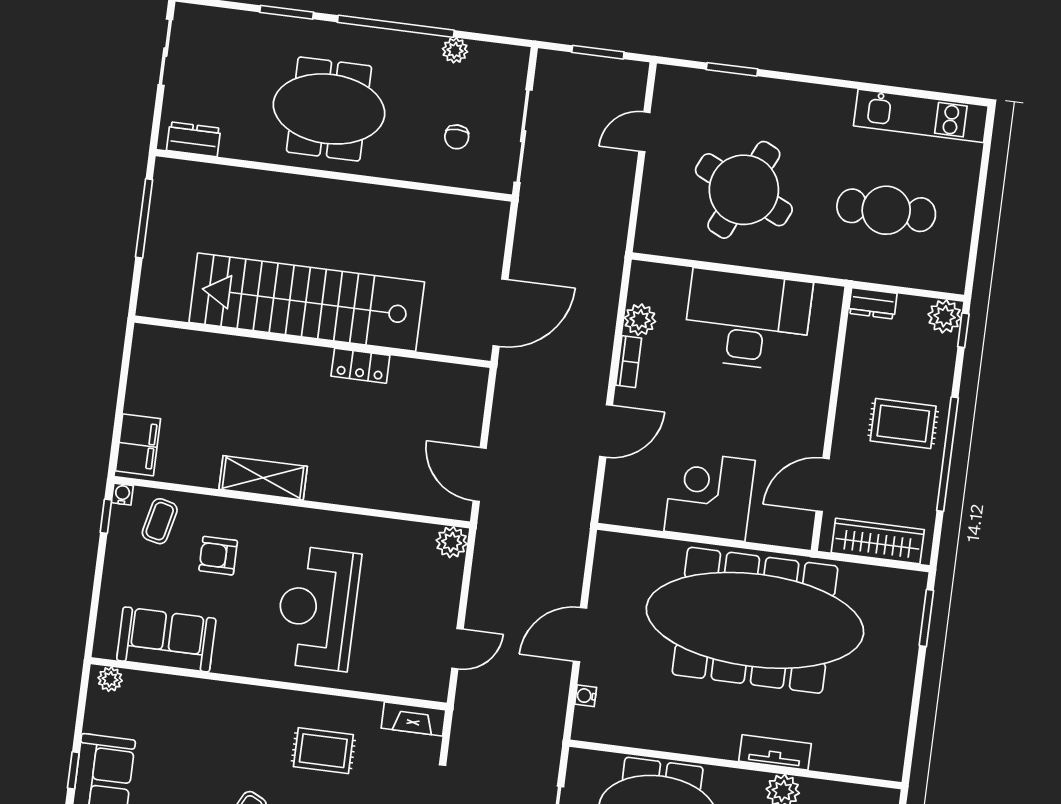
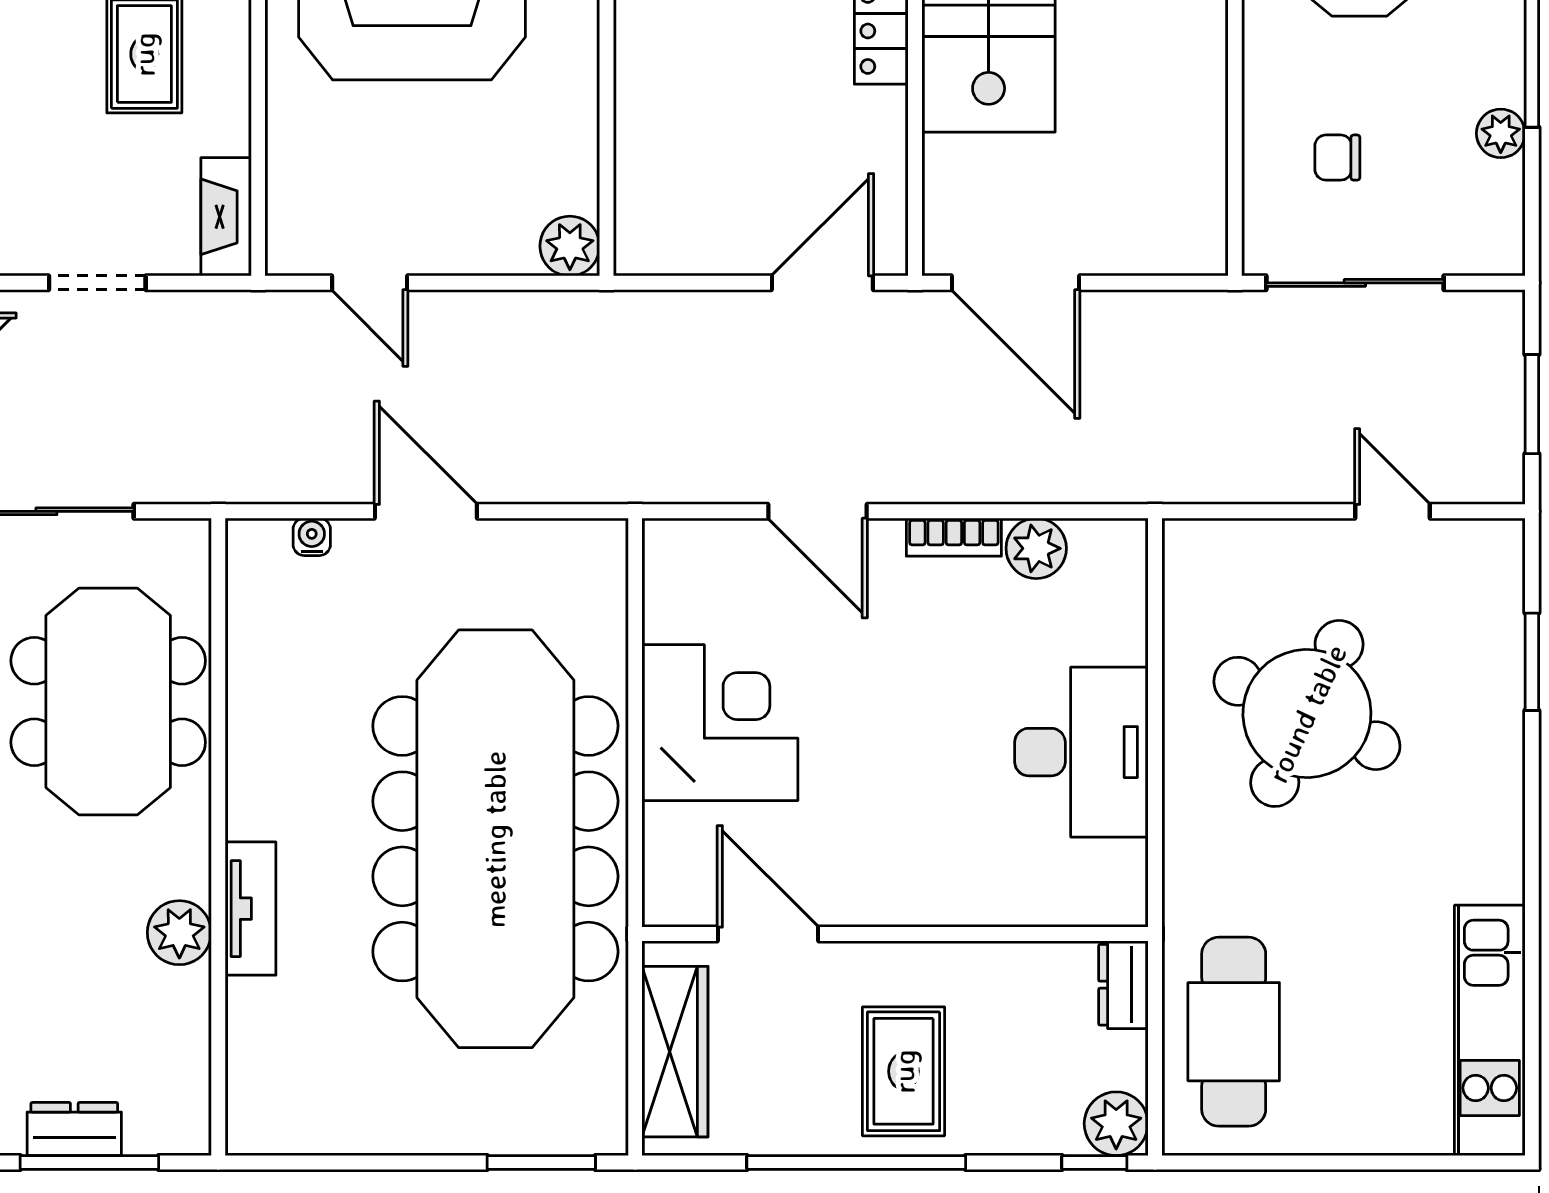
cafe table: (886, 210) -> (1234, 1032), moved
desk: (748, 320) -> (1081, 752), width x0.73, depth x0.77
door: (480, 475) -> (822, 283), moved

